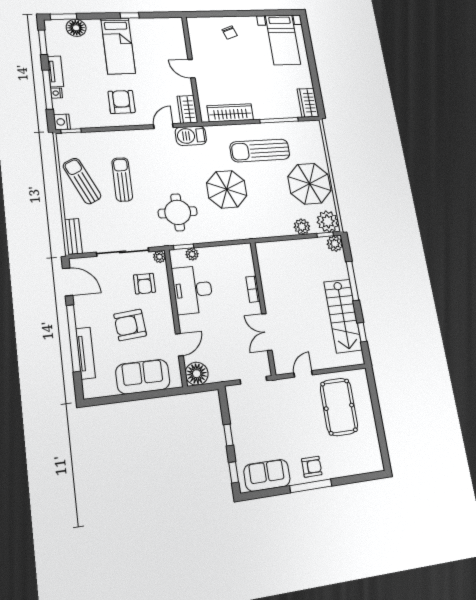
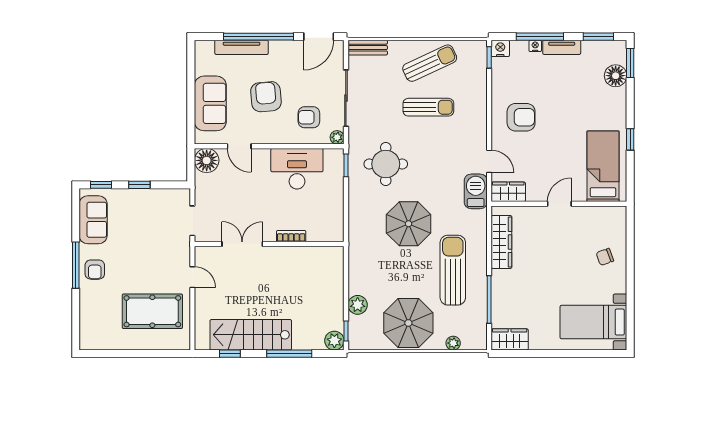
bed: (118, 46) -> (603, 166), moved, turned 90
plant: (328, 221) -> (453, 343), moved, width x0.53, depth x0.53
plant: (192, 254) -> (337, 174), removed

